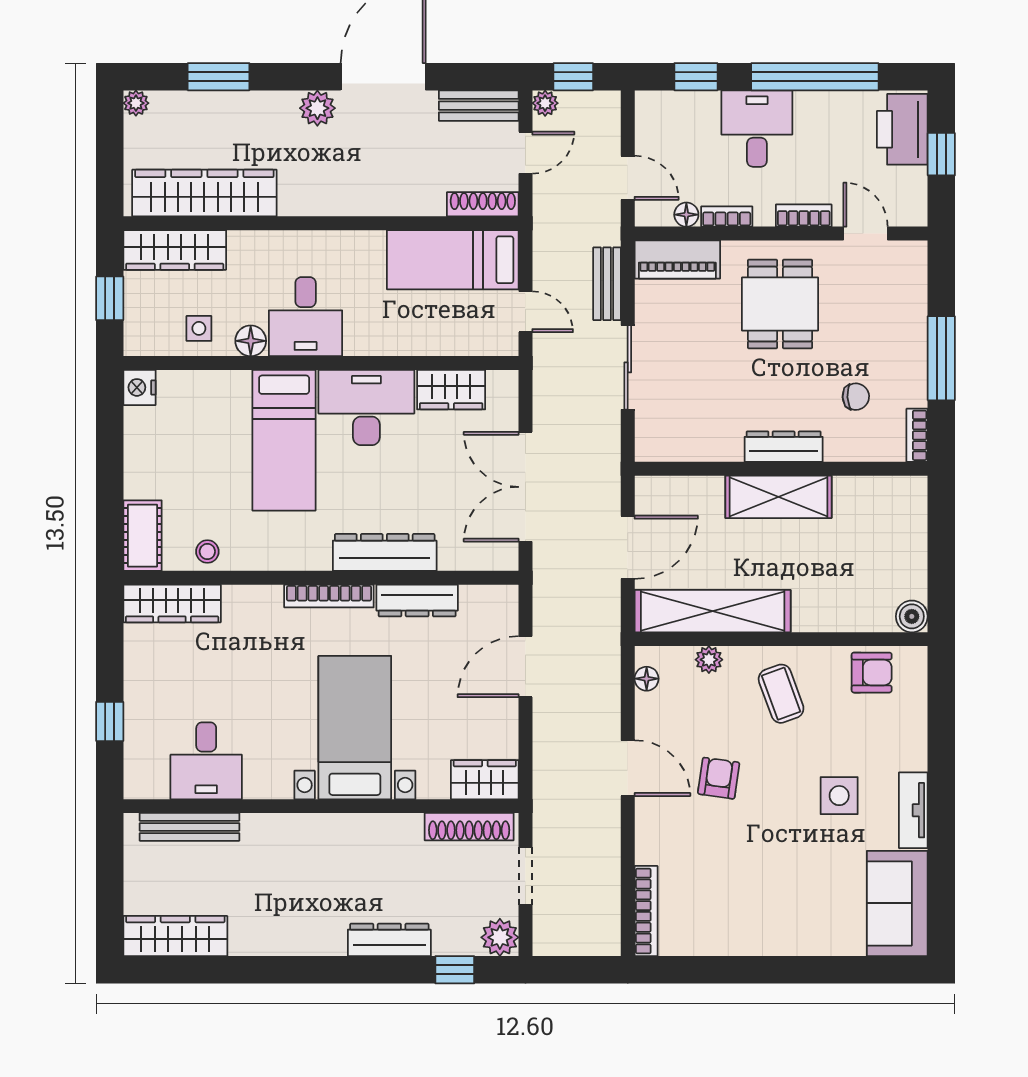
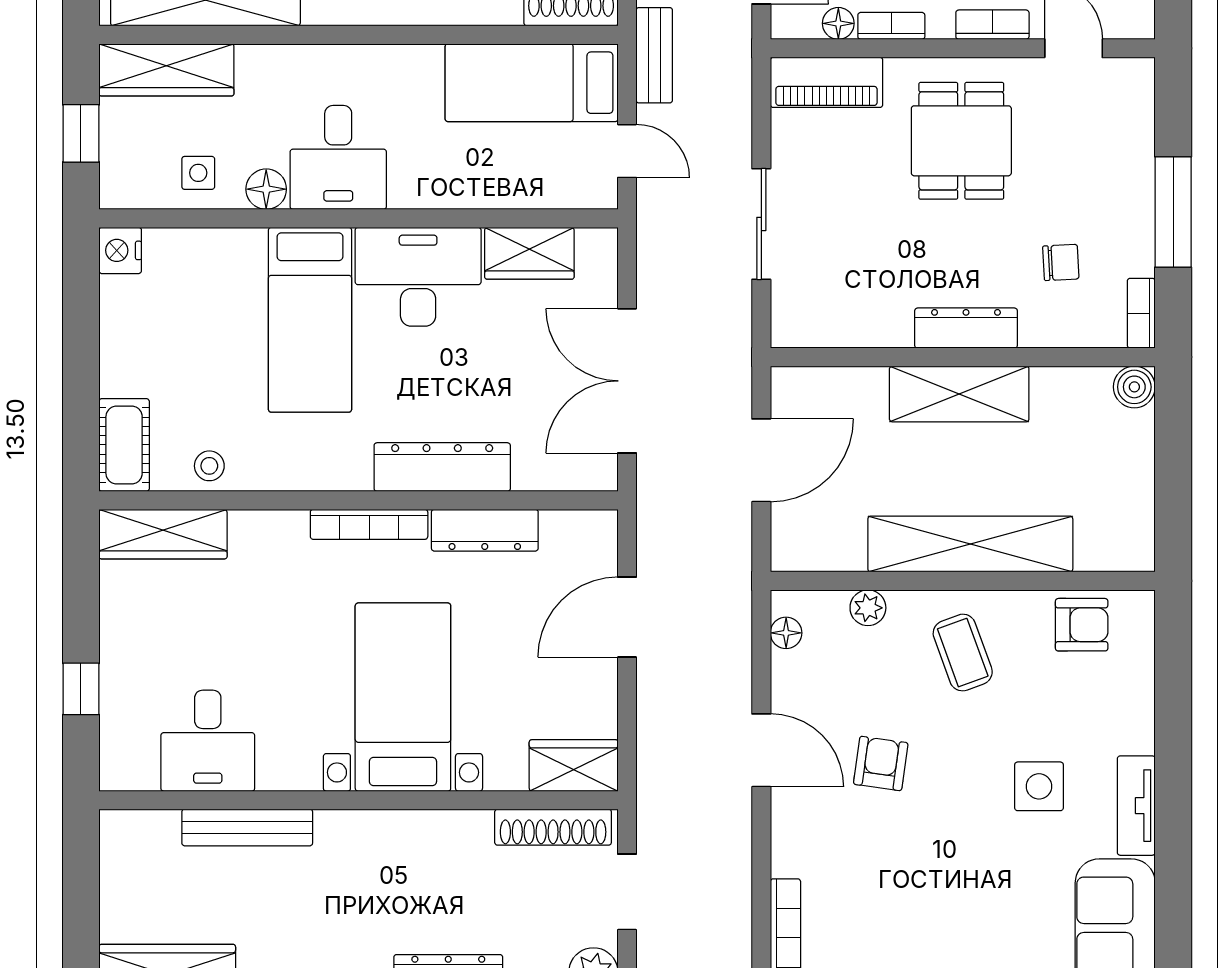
bench: (607, 284) -> (654, 55), moved
shelving: (713, 611) -> (970, 544), moved
boiler: (912, 616) -> (1134, 387), moved
bench: (189, 827) -> (247, 827), moved

